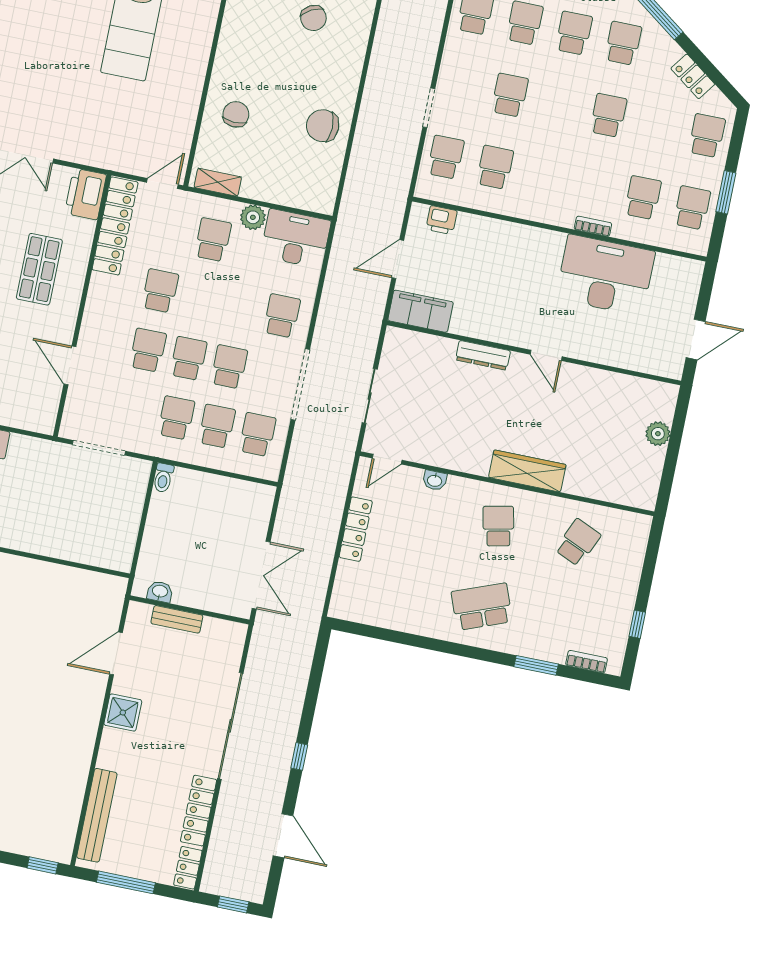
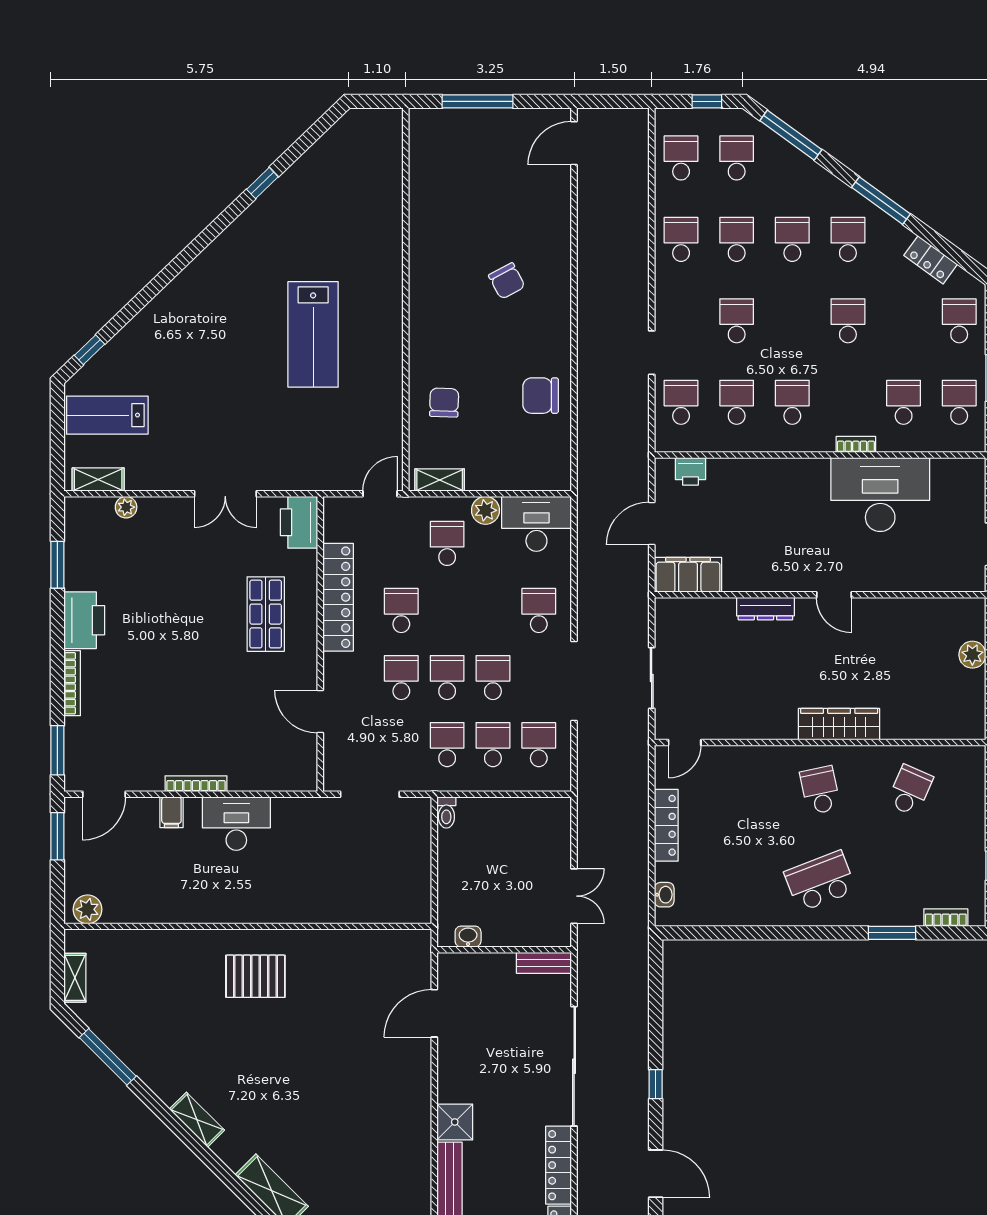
school desk: (544, 177) -> (792, 402), added
locker: (115, 226) -> (338, 597), moved
washbasin: (435, 480) -> (664, 895), moved, turned -90
double door: (261, 575) -> (574, 896), width x0.73
bench: (177, 619) -> (544, 963), moved
shower: (123, 713) -> (455, 1122), moved

